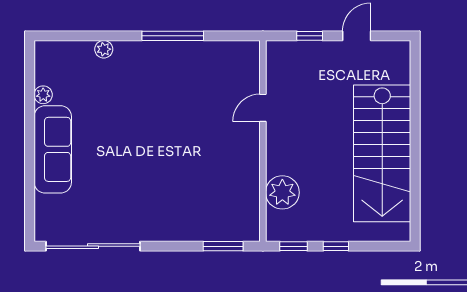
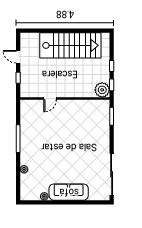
door: (263, 108) -> (50, 99), hinge flipped
plant: (282, 192) -> (102, 90), moved

